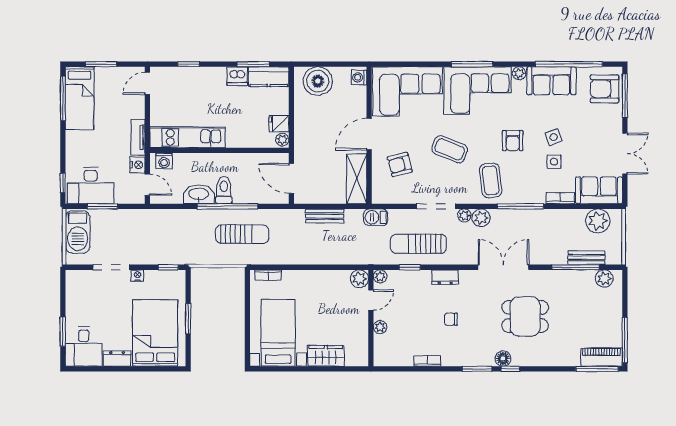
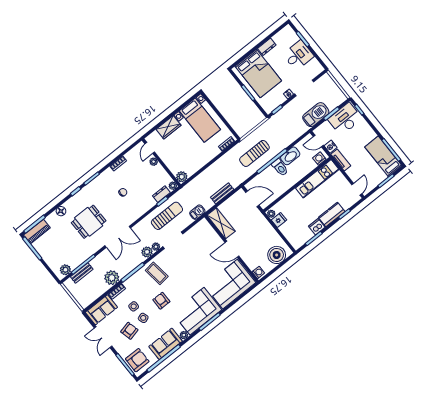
kitchen counter: (269, 77) -> (332, 214), moved
door: (369, 134) -> (232, 249), swing flipped
coffee table: (450, 149) -> (188, 273), removed
armchair: (400, 165) -> (129, 331), moved
plant: (598, 221) -> (112, 278), moved
barbecue: (78, 232) -> (316, 115), moved, turned 90
dresser: (445, 277) -> (161, 194), moved
door: (371, 300) -> (150, 148), moved
desk: (84, 347) -> (298, 55), moved, turned 90
floor lamp: (503, 358) -> (61, 211), moved

